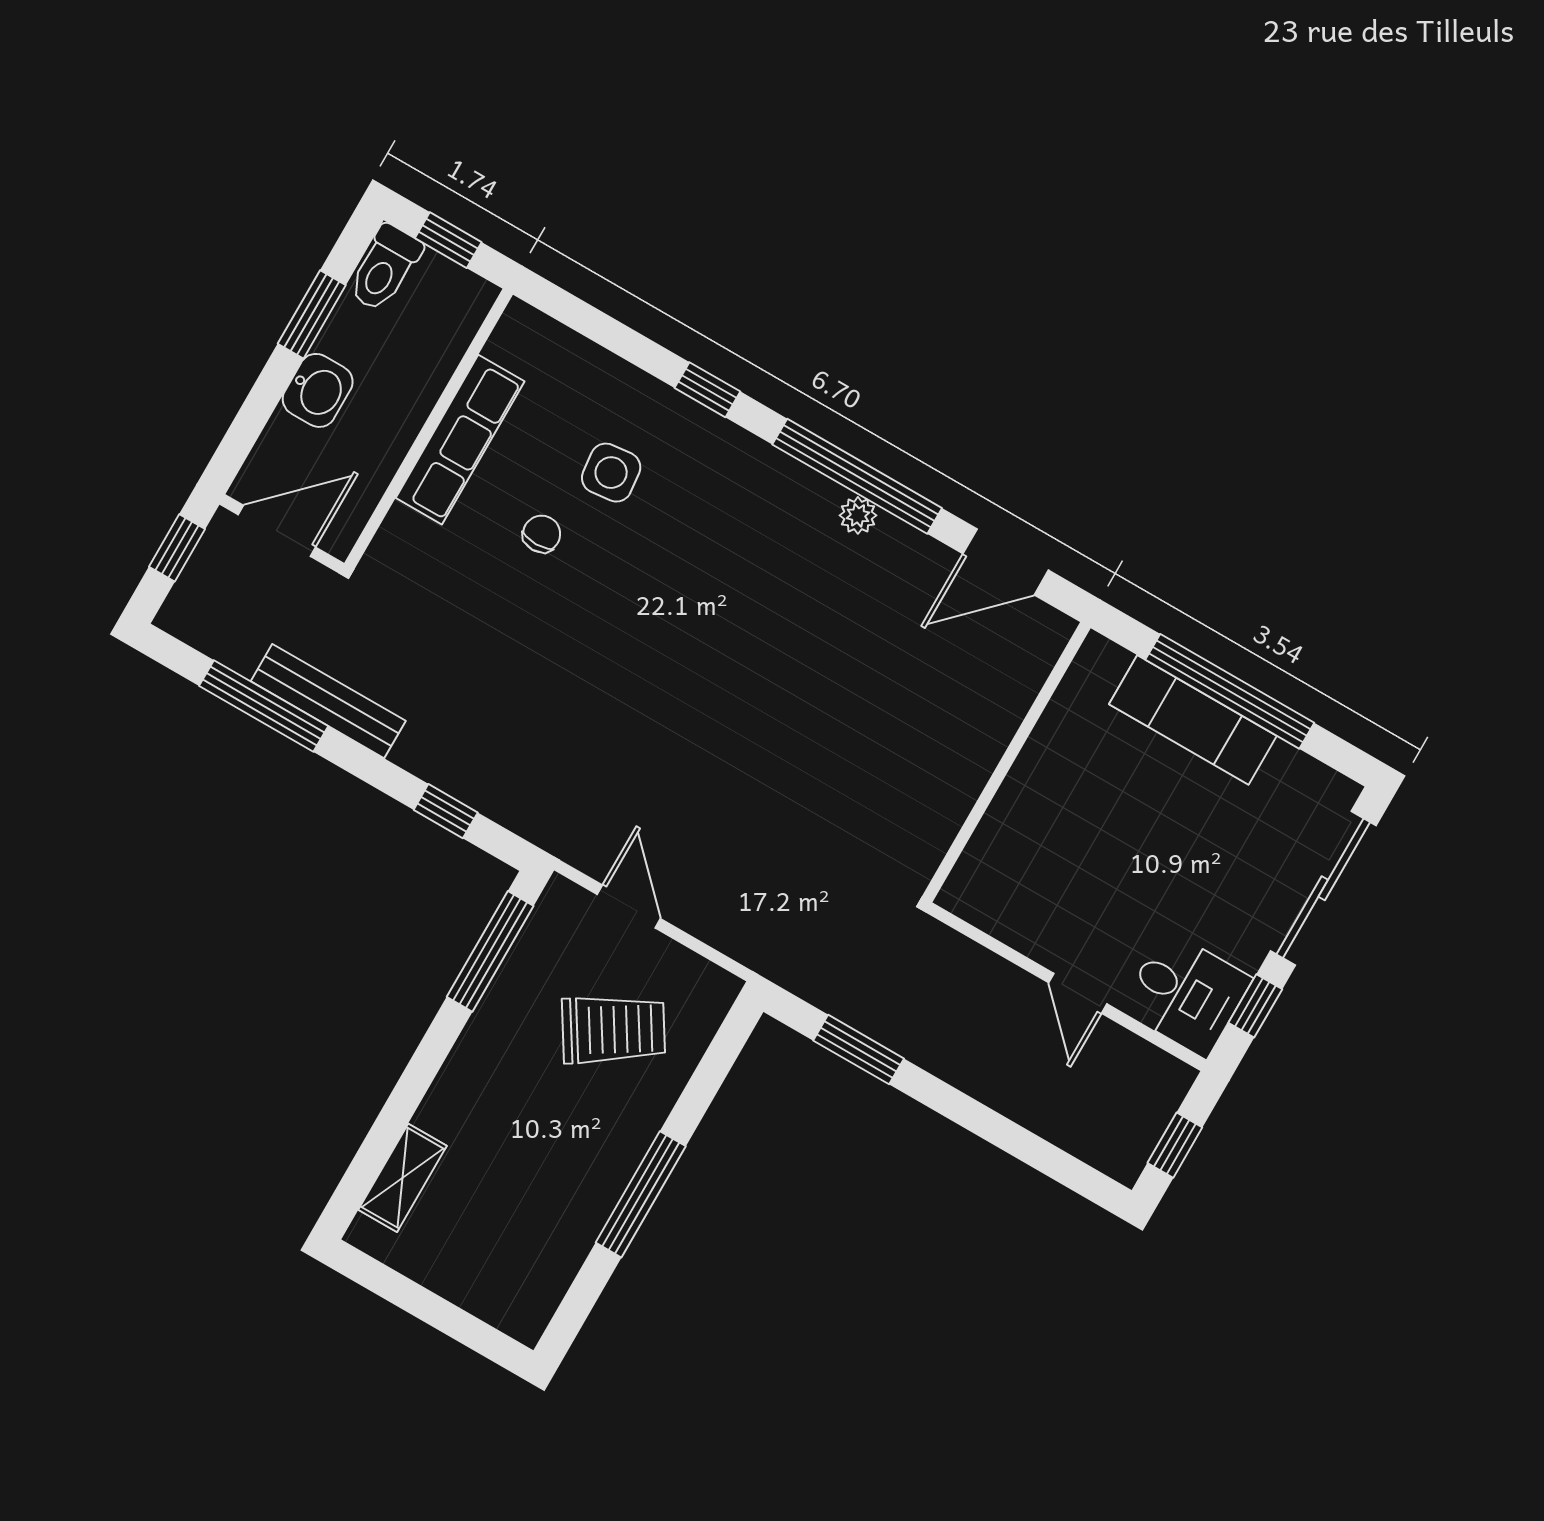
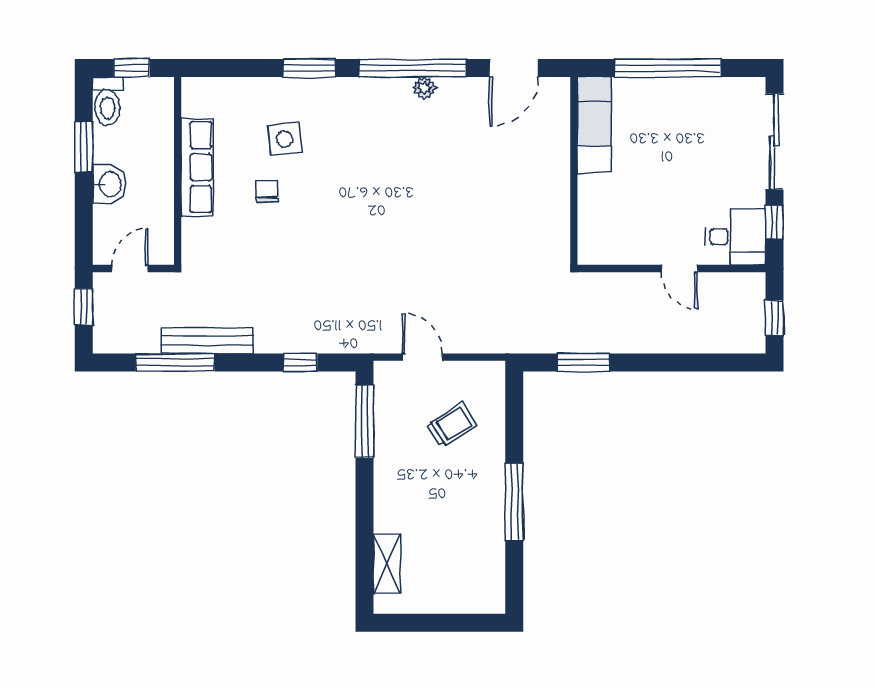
window: (707, 390) -> (310, 68), width x1.50
door: (277, 531) -> (130, 268), width x0.73
exam couch: (1193, 720) -> (594, 125), moved, turned -90
trolley: (614, 1030) -> (451, 425), width x0.73, depth x0.72

